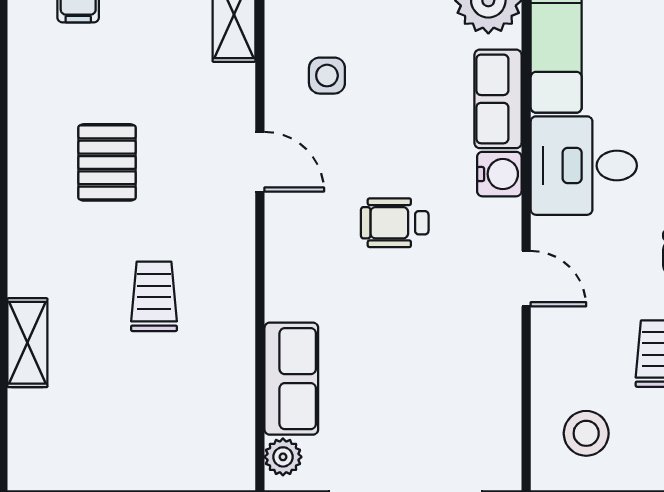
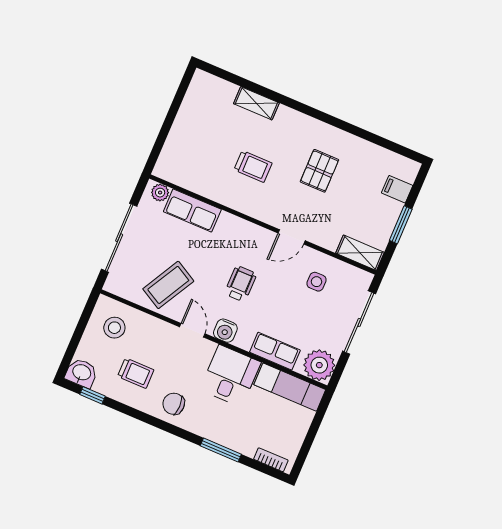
pallet: (107, 162) -> (319, 171), turned 90
water cooler: (499, 174) -> (225, 331), moved
door: (526, 279) -> (192, 330), swing flipped
coffee table: (457, 363) -> (168, 285), added

